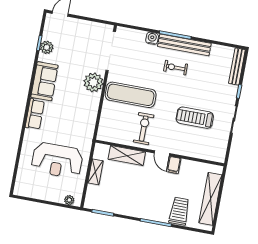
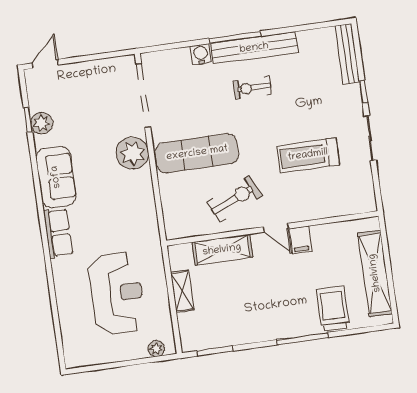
exercise bike: (144, 129) -> (235, 199), turned 66
reception desk: (57, 160) -> (117, 293), turned -90

